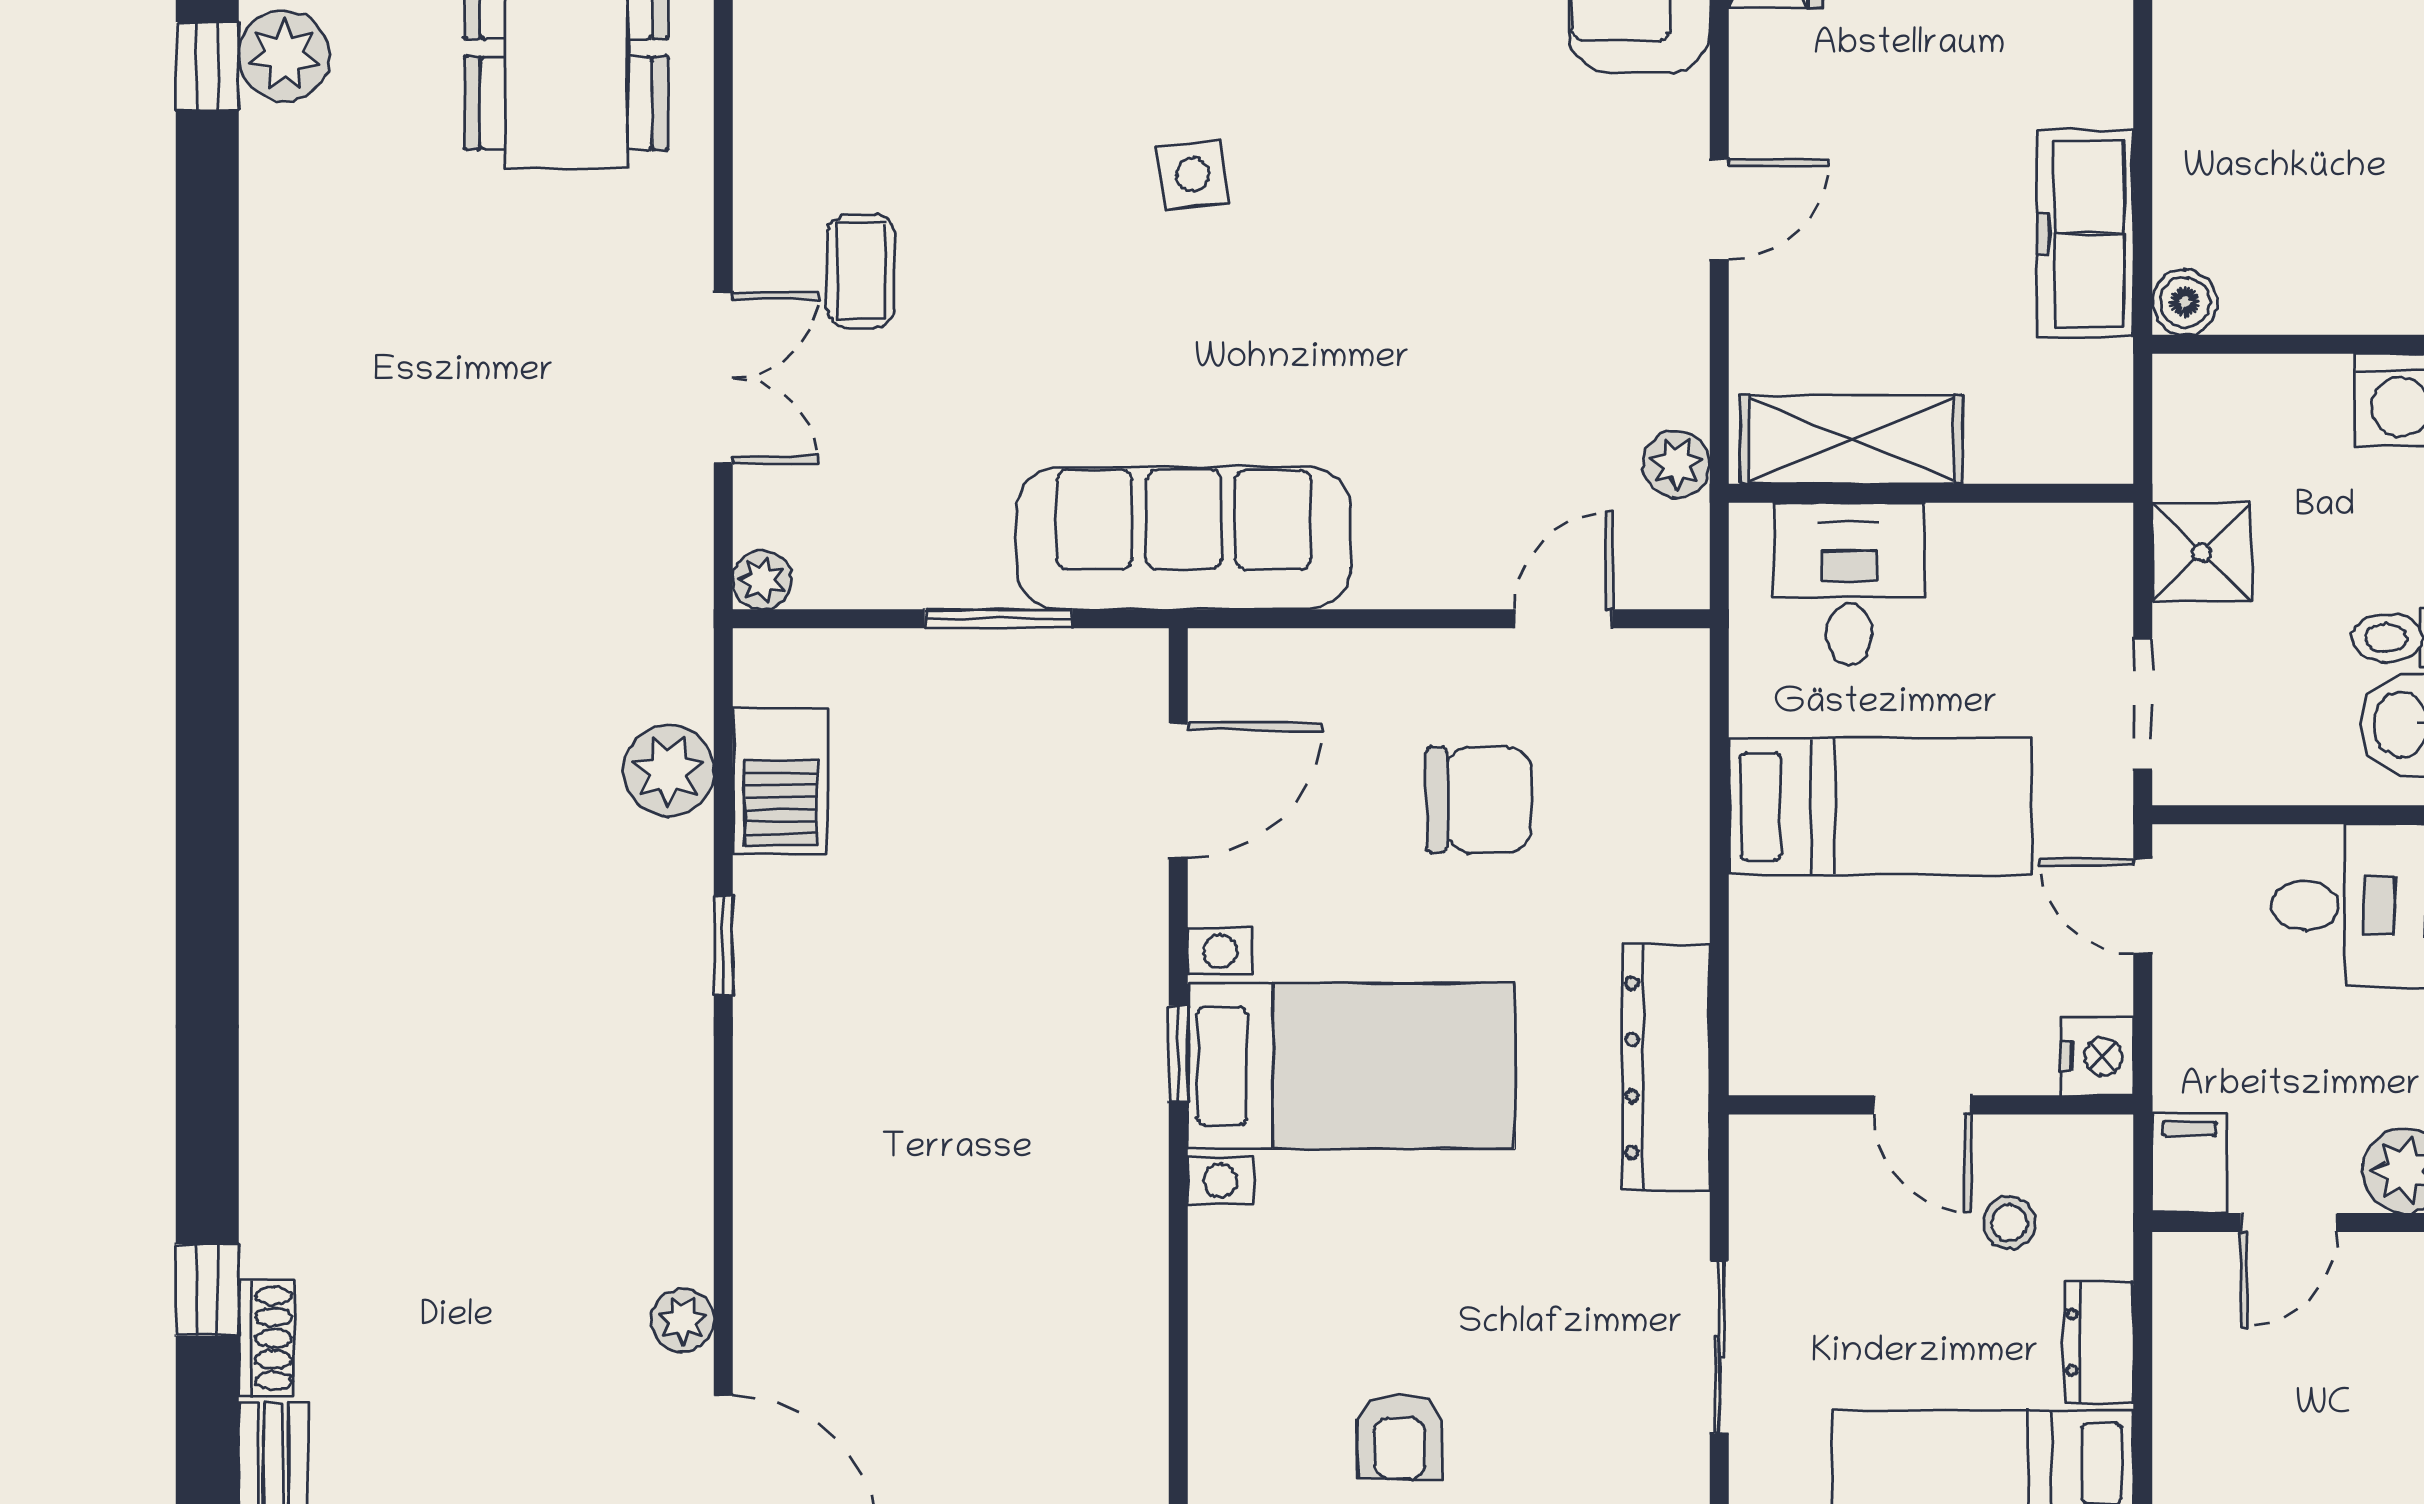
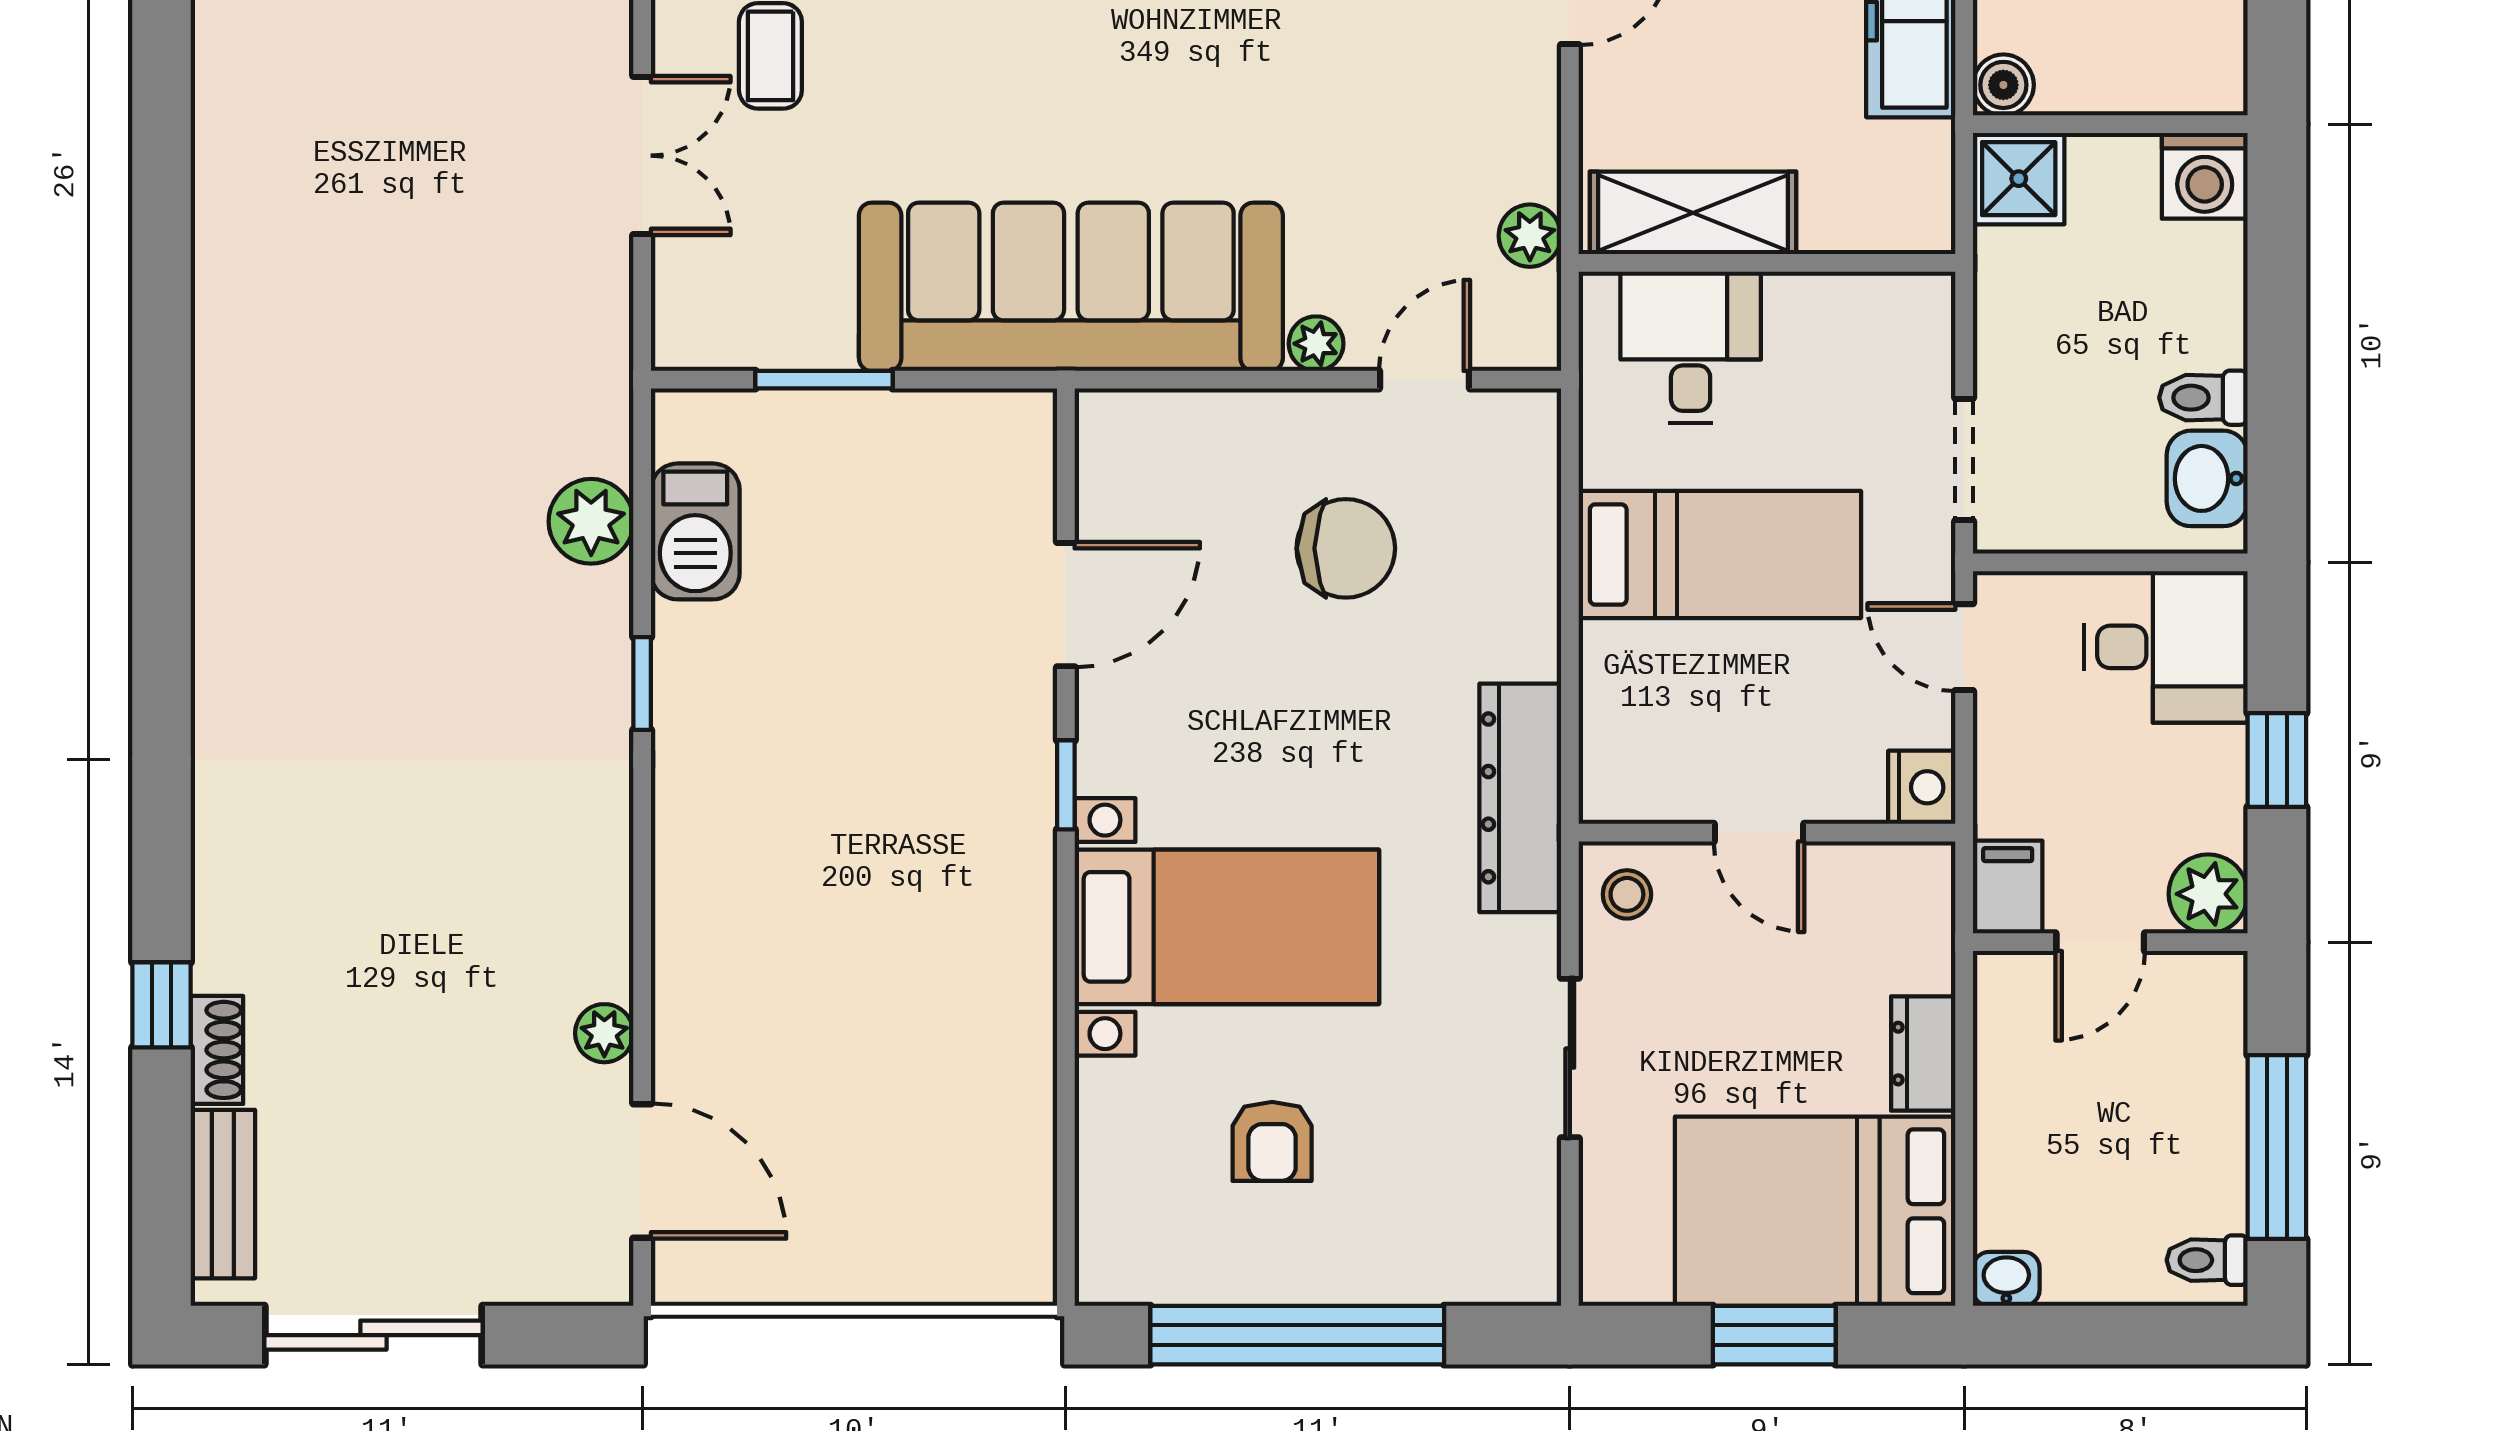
sofa: (1184, 538) -> (1071, 287), width x1.36, depth x1.27
shower: (2201, 552) -> (2019, 179), moved
plant: (762, 580) -> (1316, 344), moved
window: (998, 619) -> (824, 380), moved
door: (1178, 790) -> (1066, 605), moved
bed with nightstands: (1351, 1066) -> (1227, 927), moved
stool: (2009, 1223) -> (1627, 894), moved

